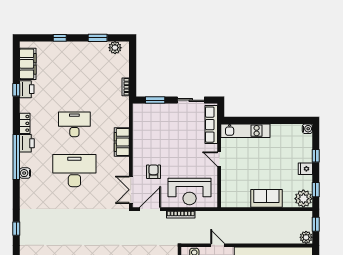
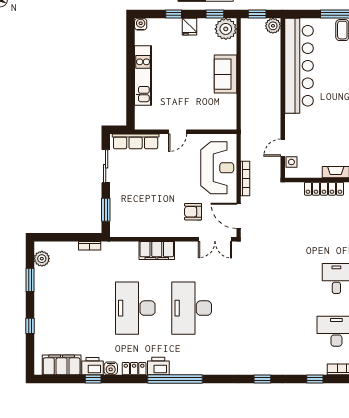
desk: (74, 124) -> (135, 308), width x1.36, depth x1.30
kitchen unit: (245, 131) -> (143, 76), moved
water cooler: (25, 173) -> (111, 368), moved
door: (218, 245) -> (283, 148), moved

